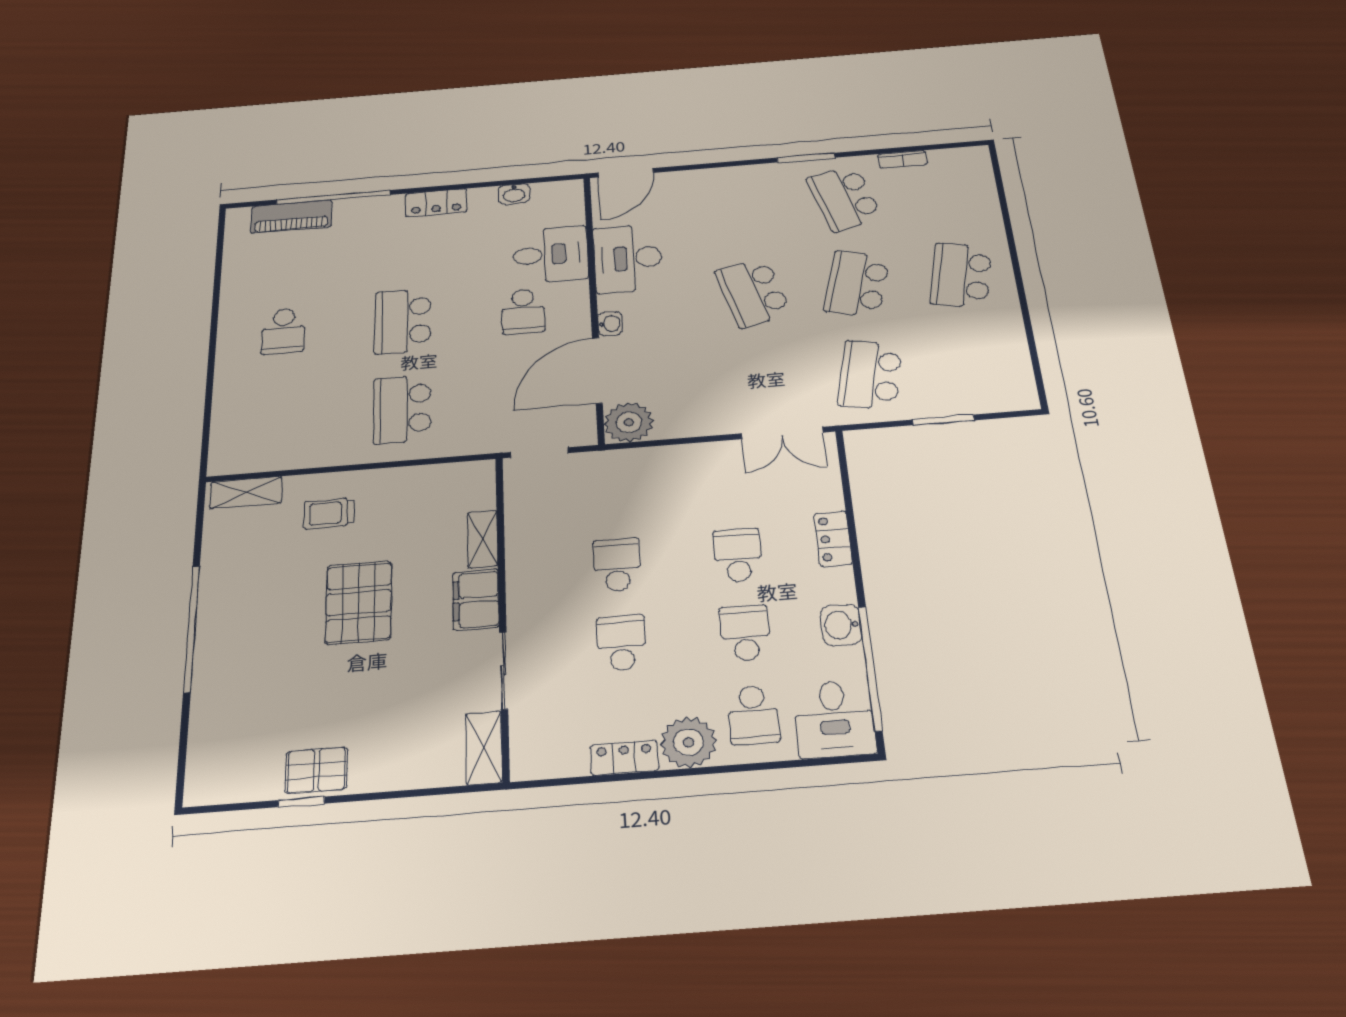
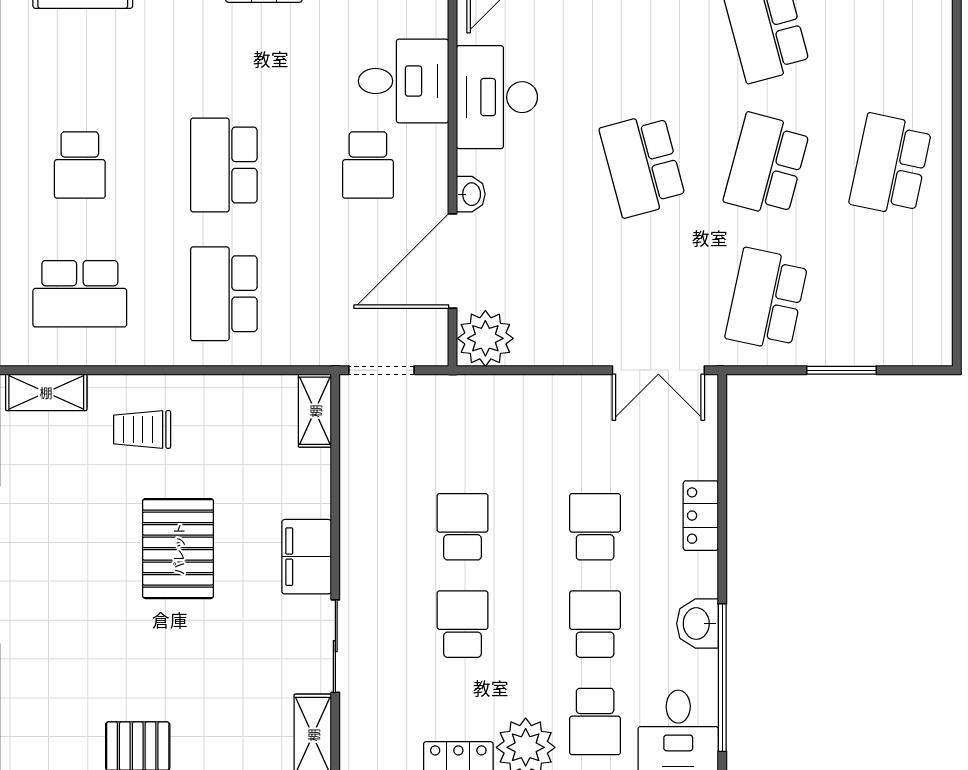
school desk: (279, 419) -> (80, 294), added
shelving: (482, 539) -> (315, 411), moved

